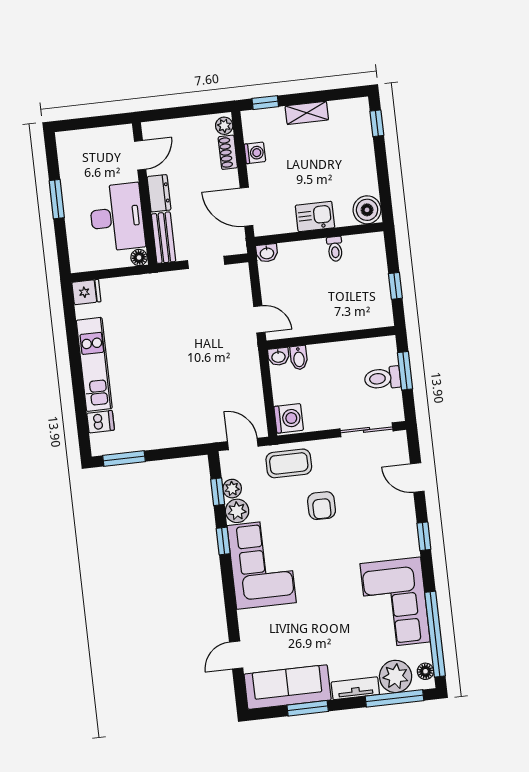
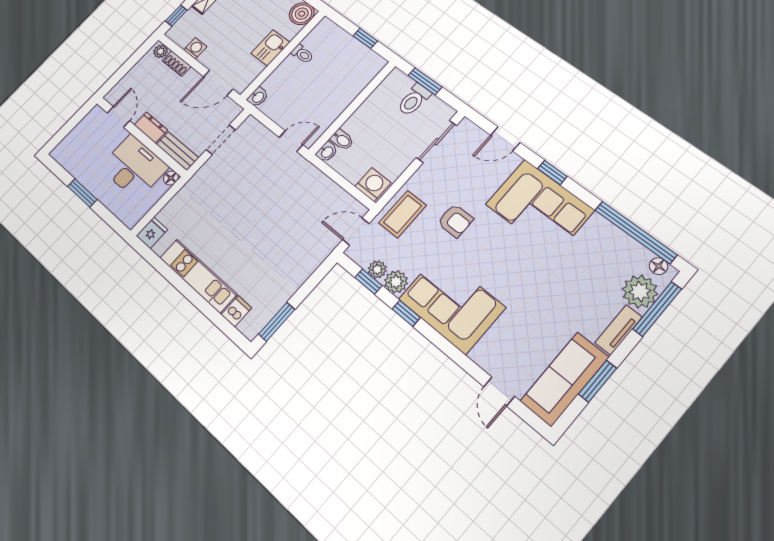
corner sofa: (395, 603) -> (540, 207), moved

